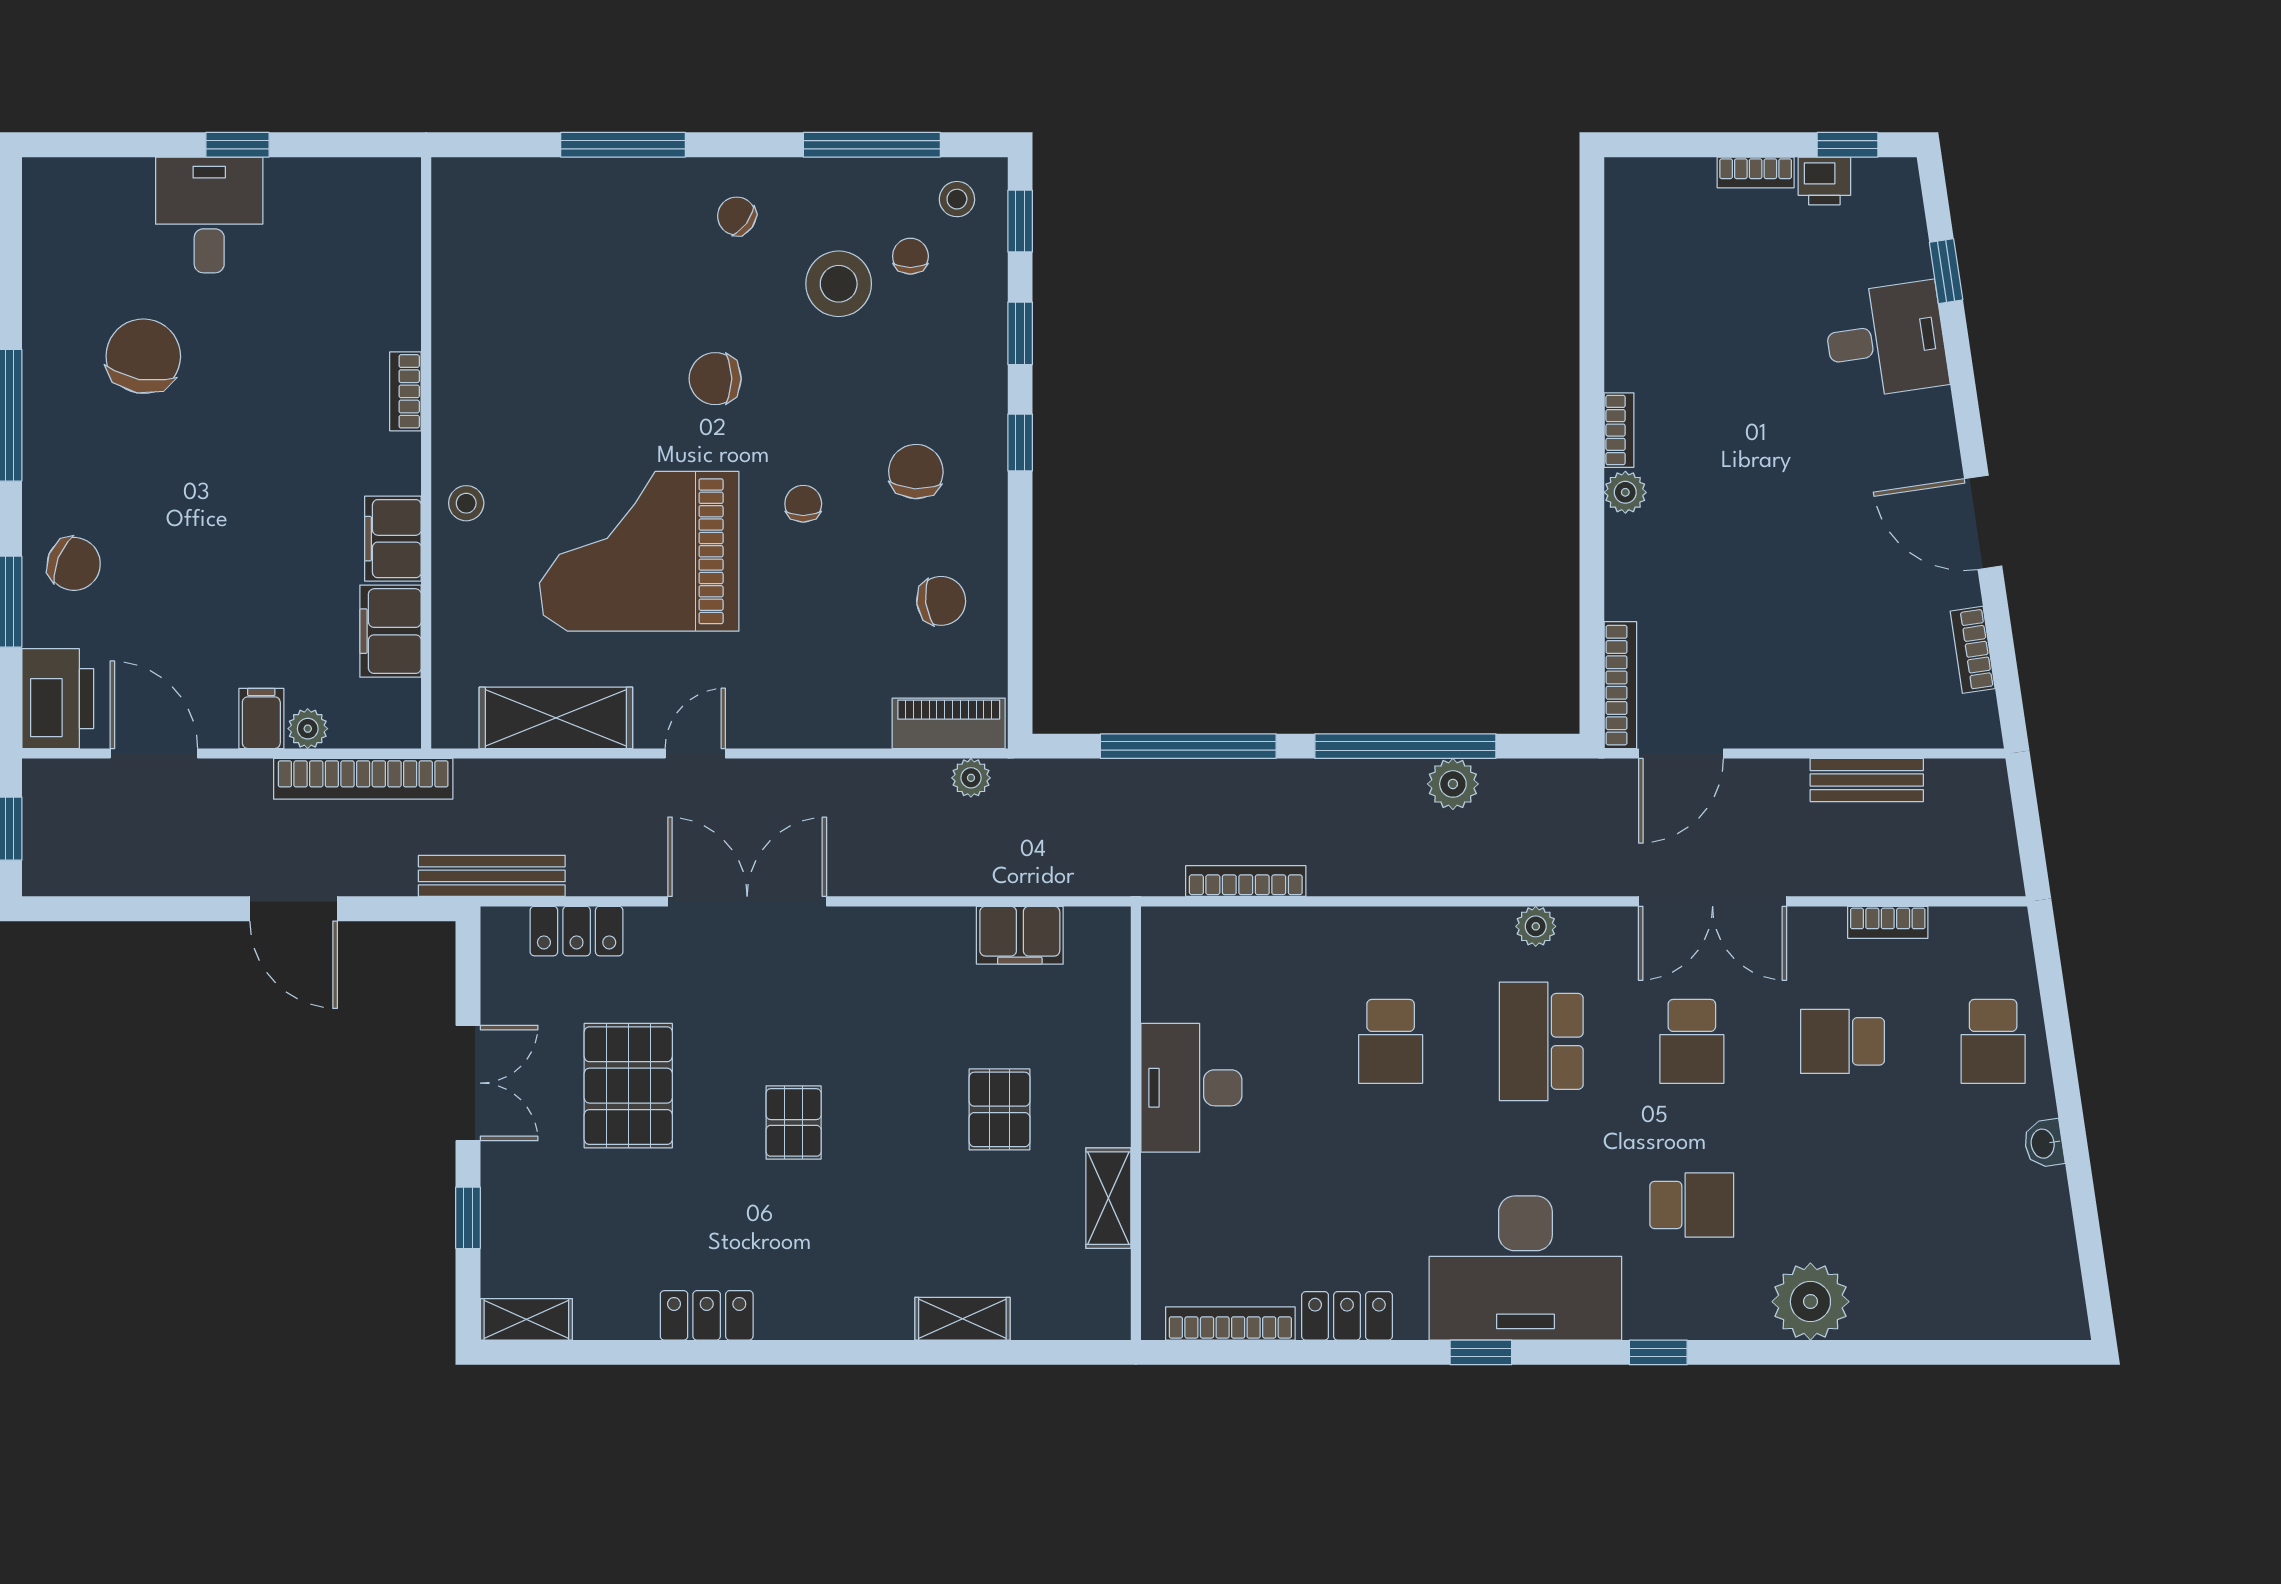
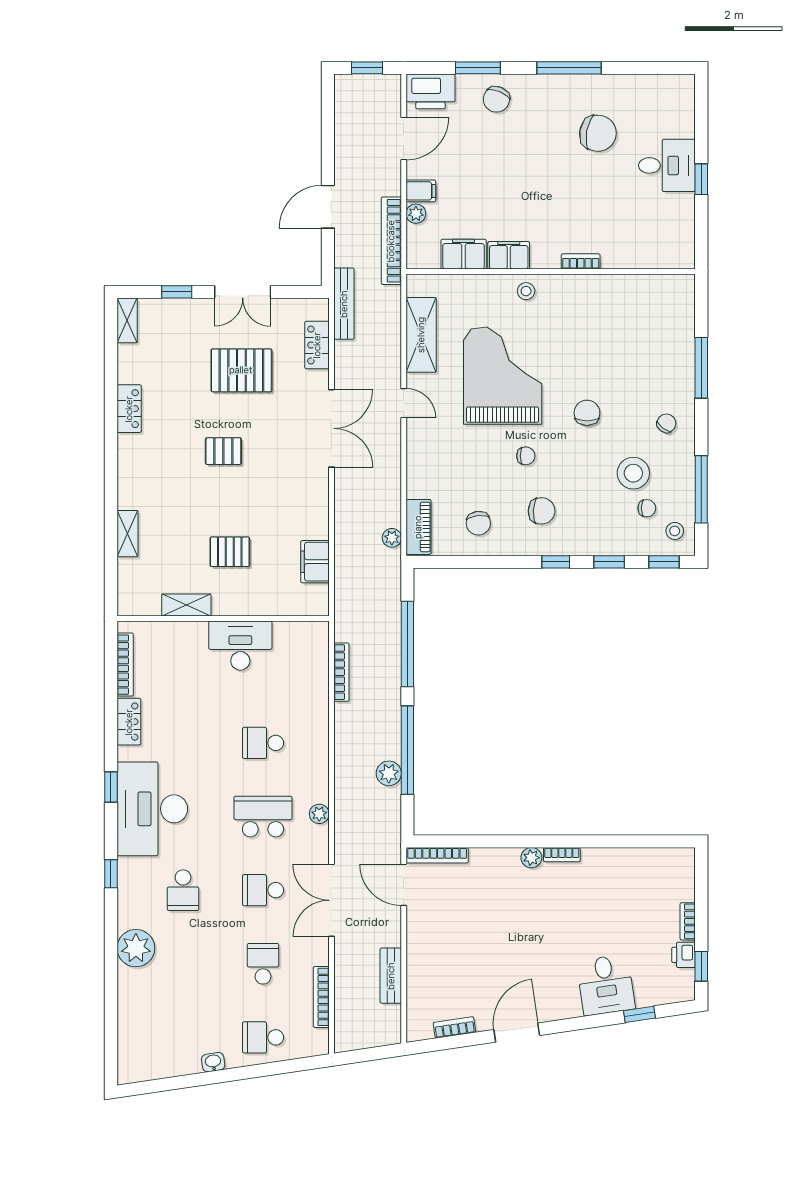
bookcase: (1888, 922) -> (321, 997), width x1.56

